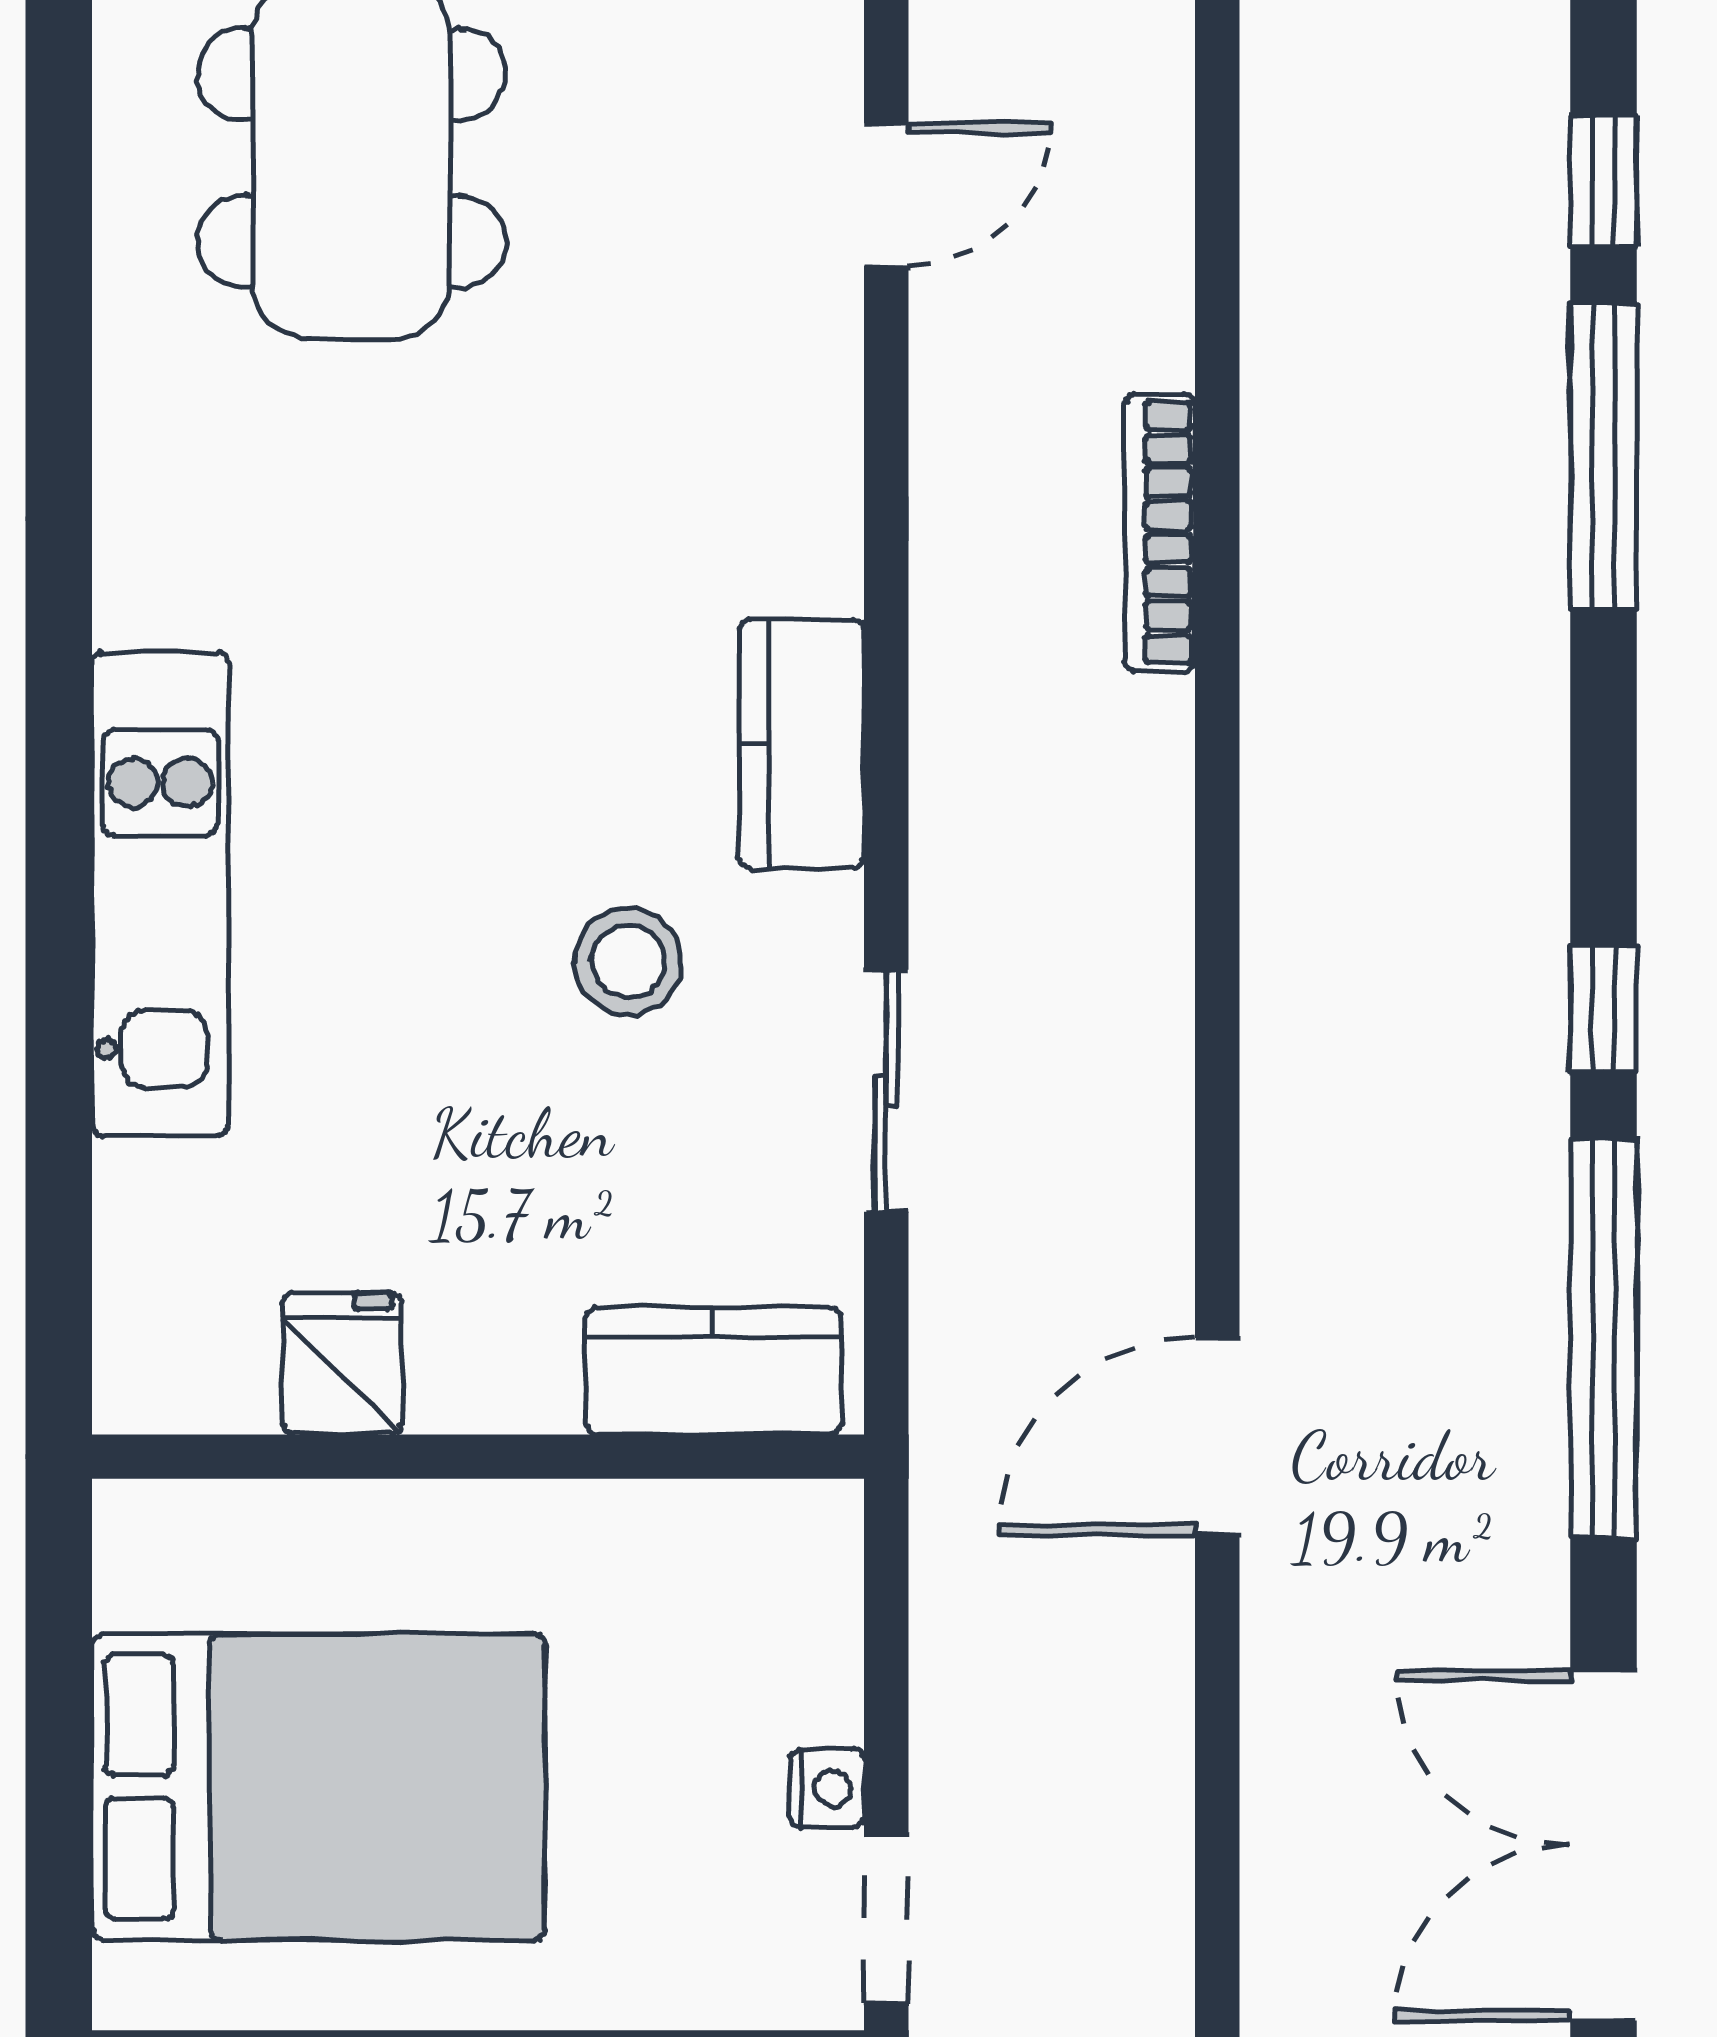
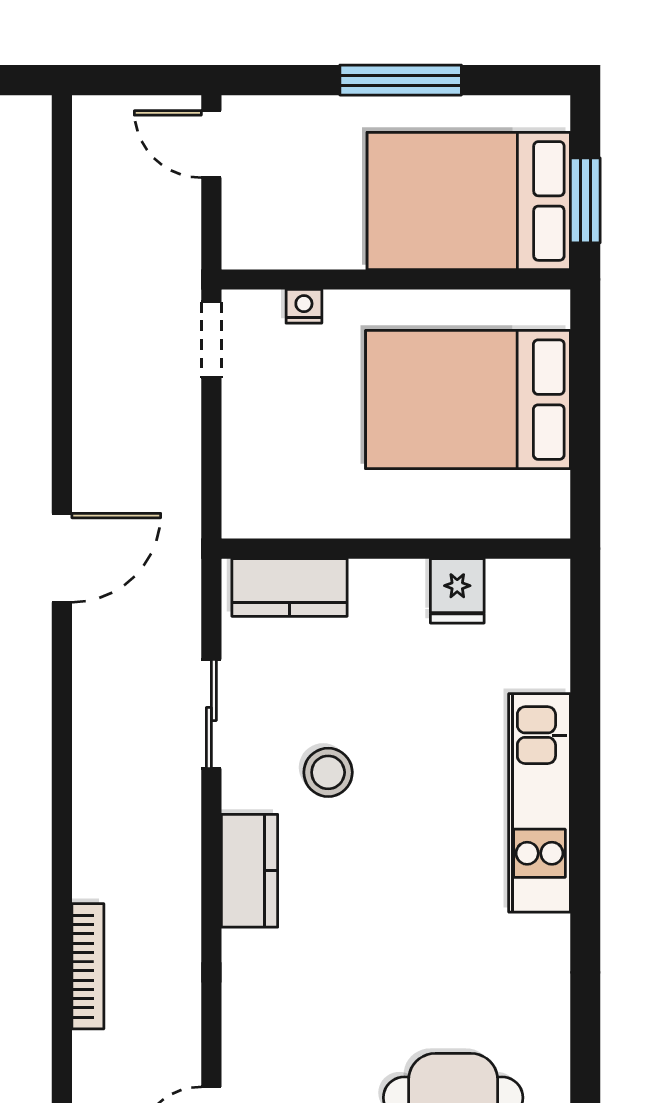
nightstand: (827, 1788) -> (304, 306), moved, turned 90

